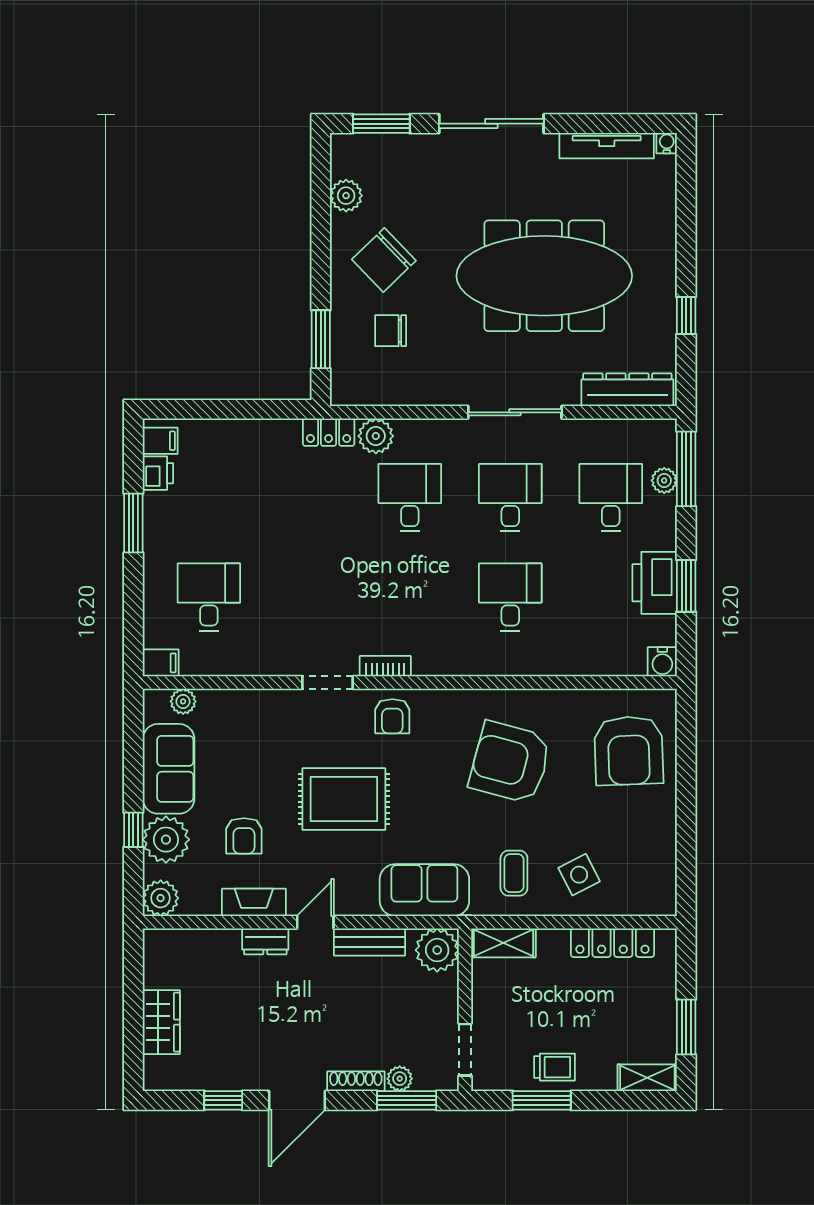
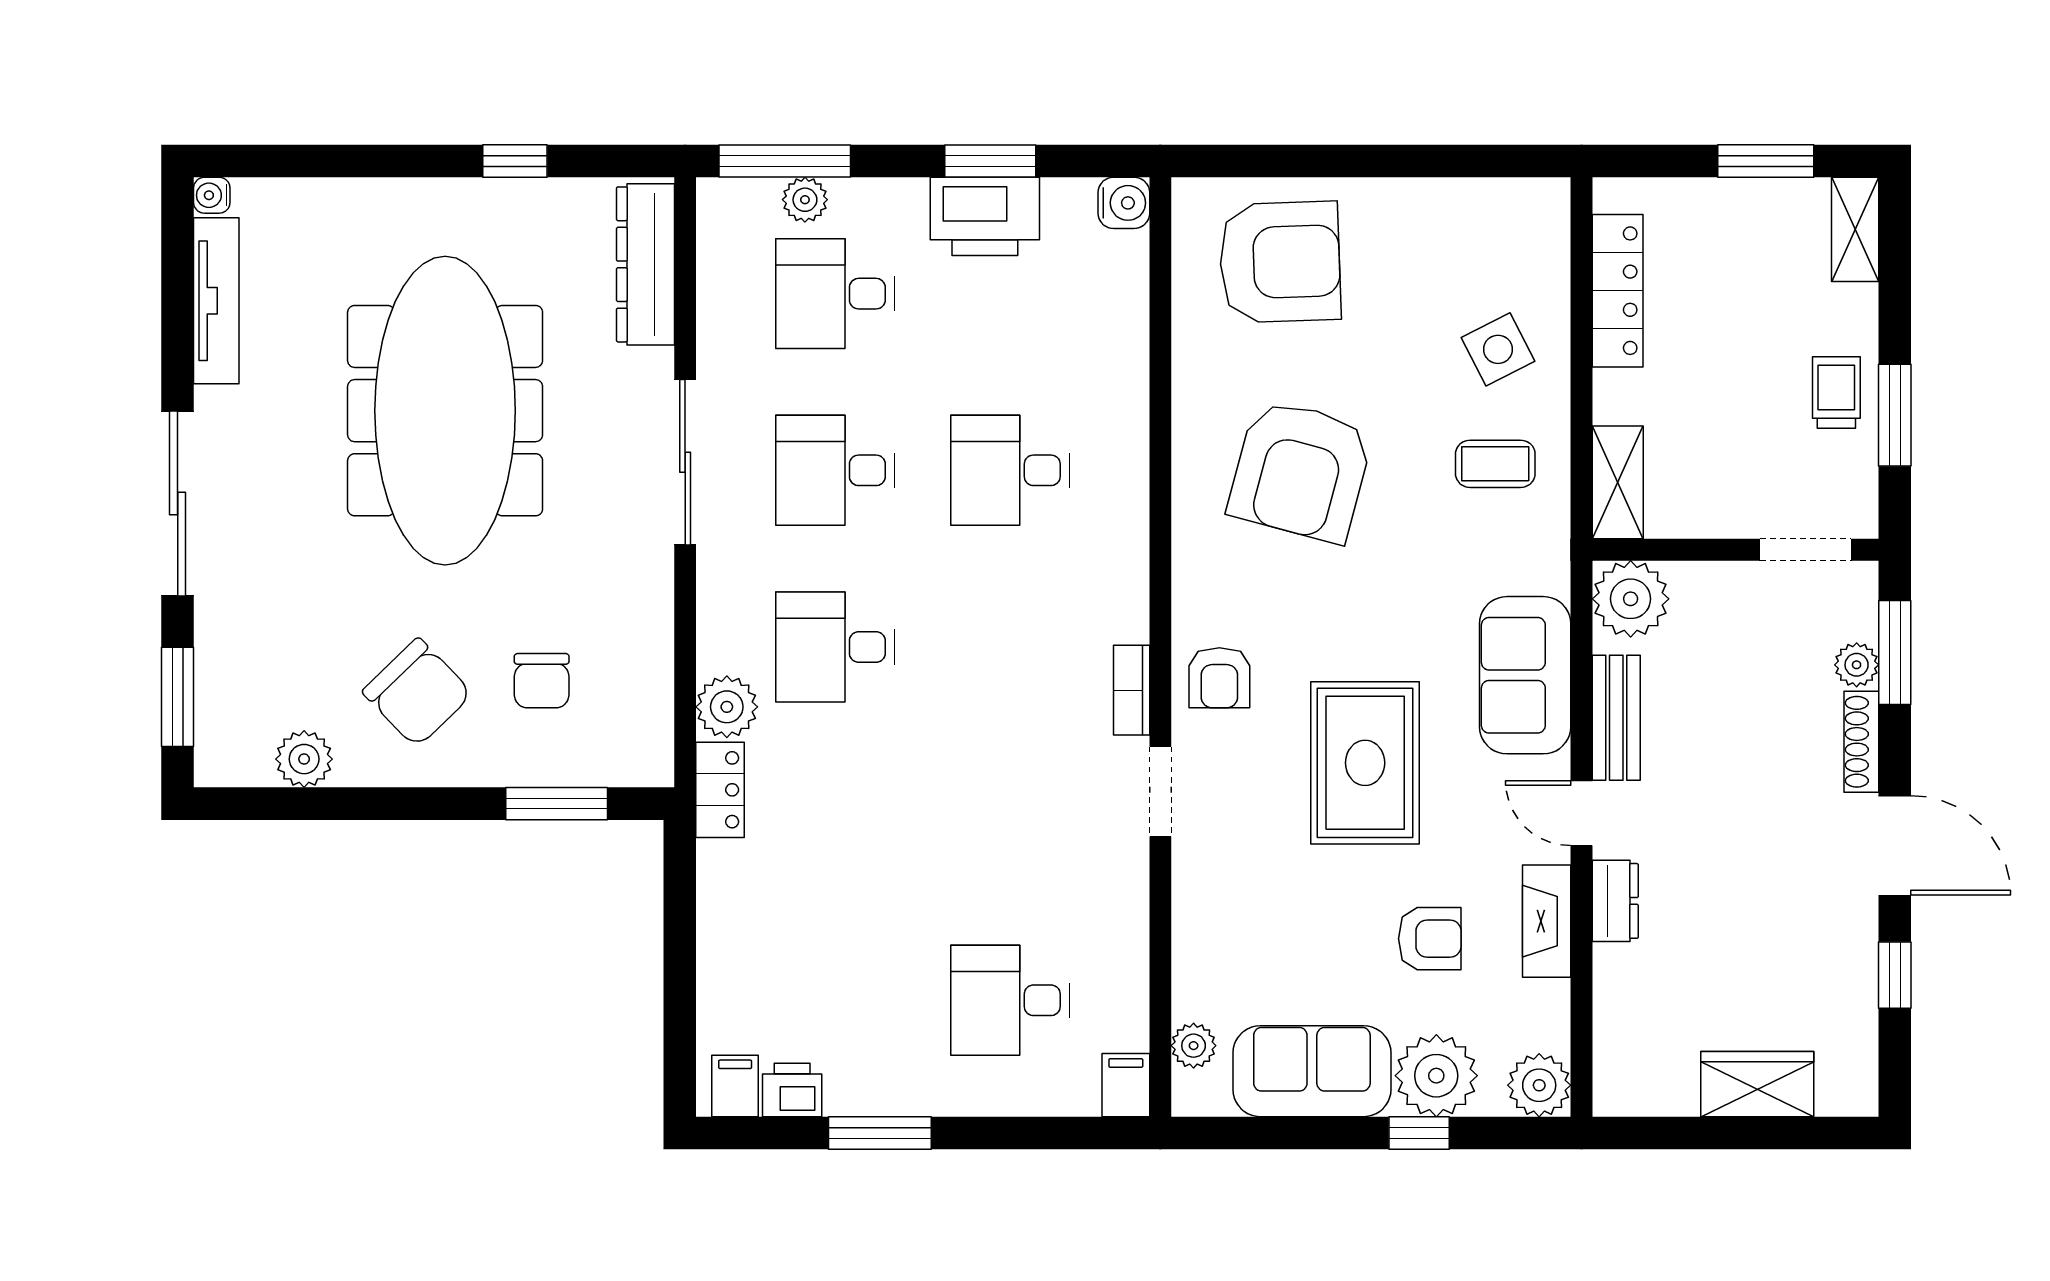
armchair: (392, 716) -> (1219, 678), turned 90
sofa: (424, 890) -> (1525, 675), moved

